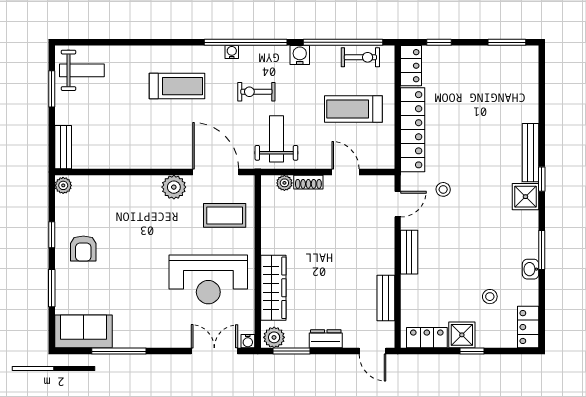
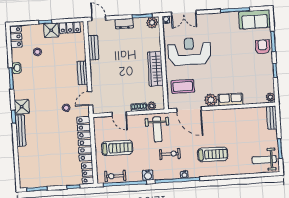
treadmill: (177, 86) -> (213, 154), turned 180
row of seats: (138, 186) -> (230, 99), added
armchair: (83, 248) -> (262, 47), moved
wardrobe: (273, 288) -> (155, 69), moved

